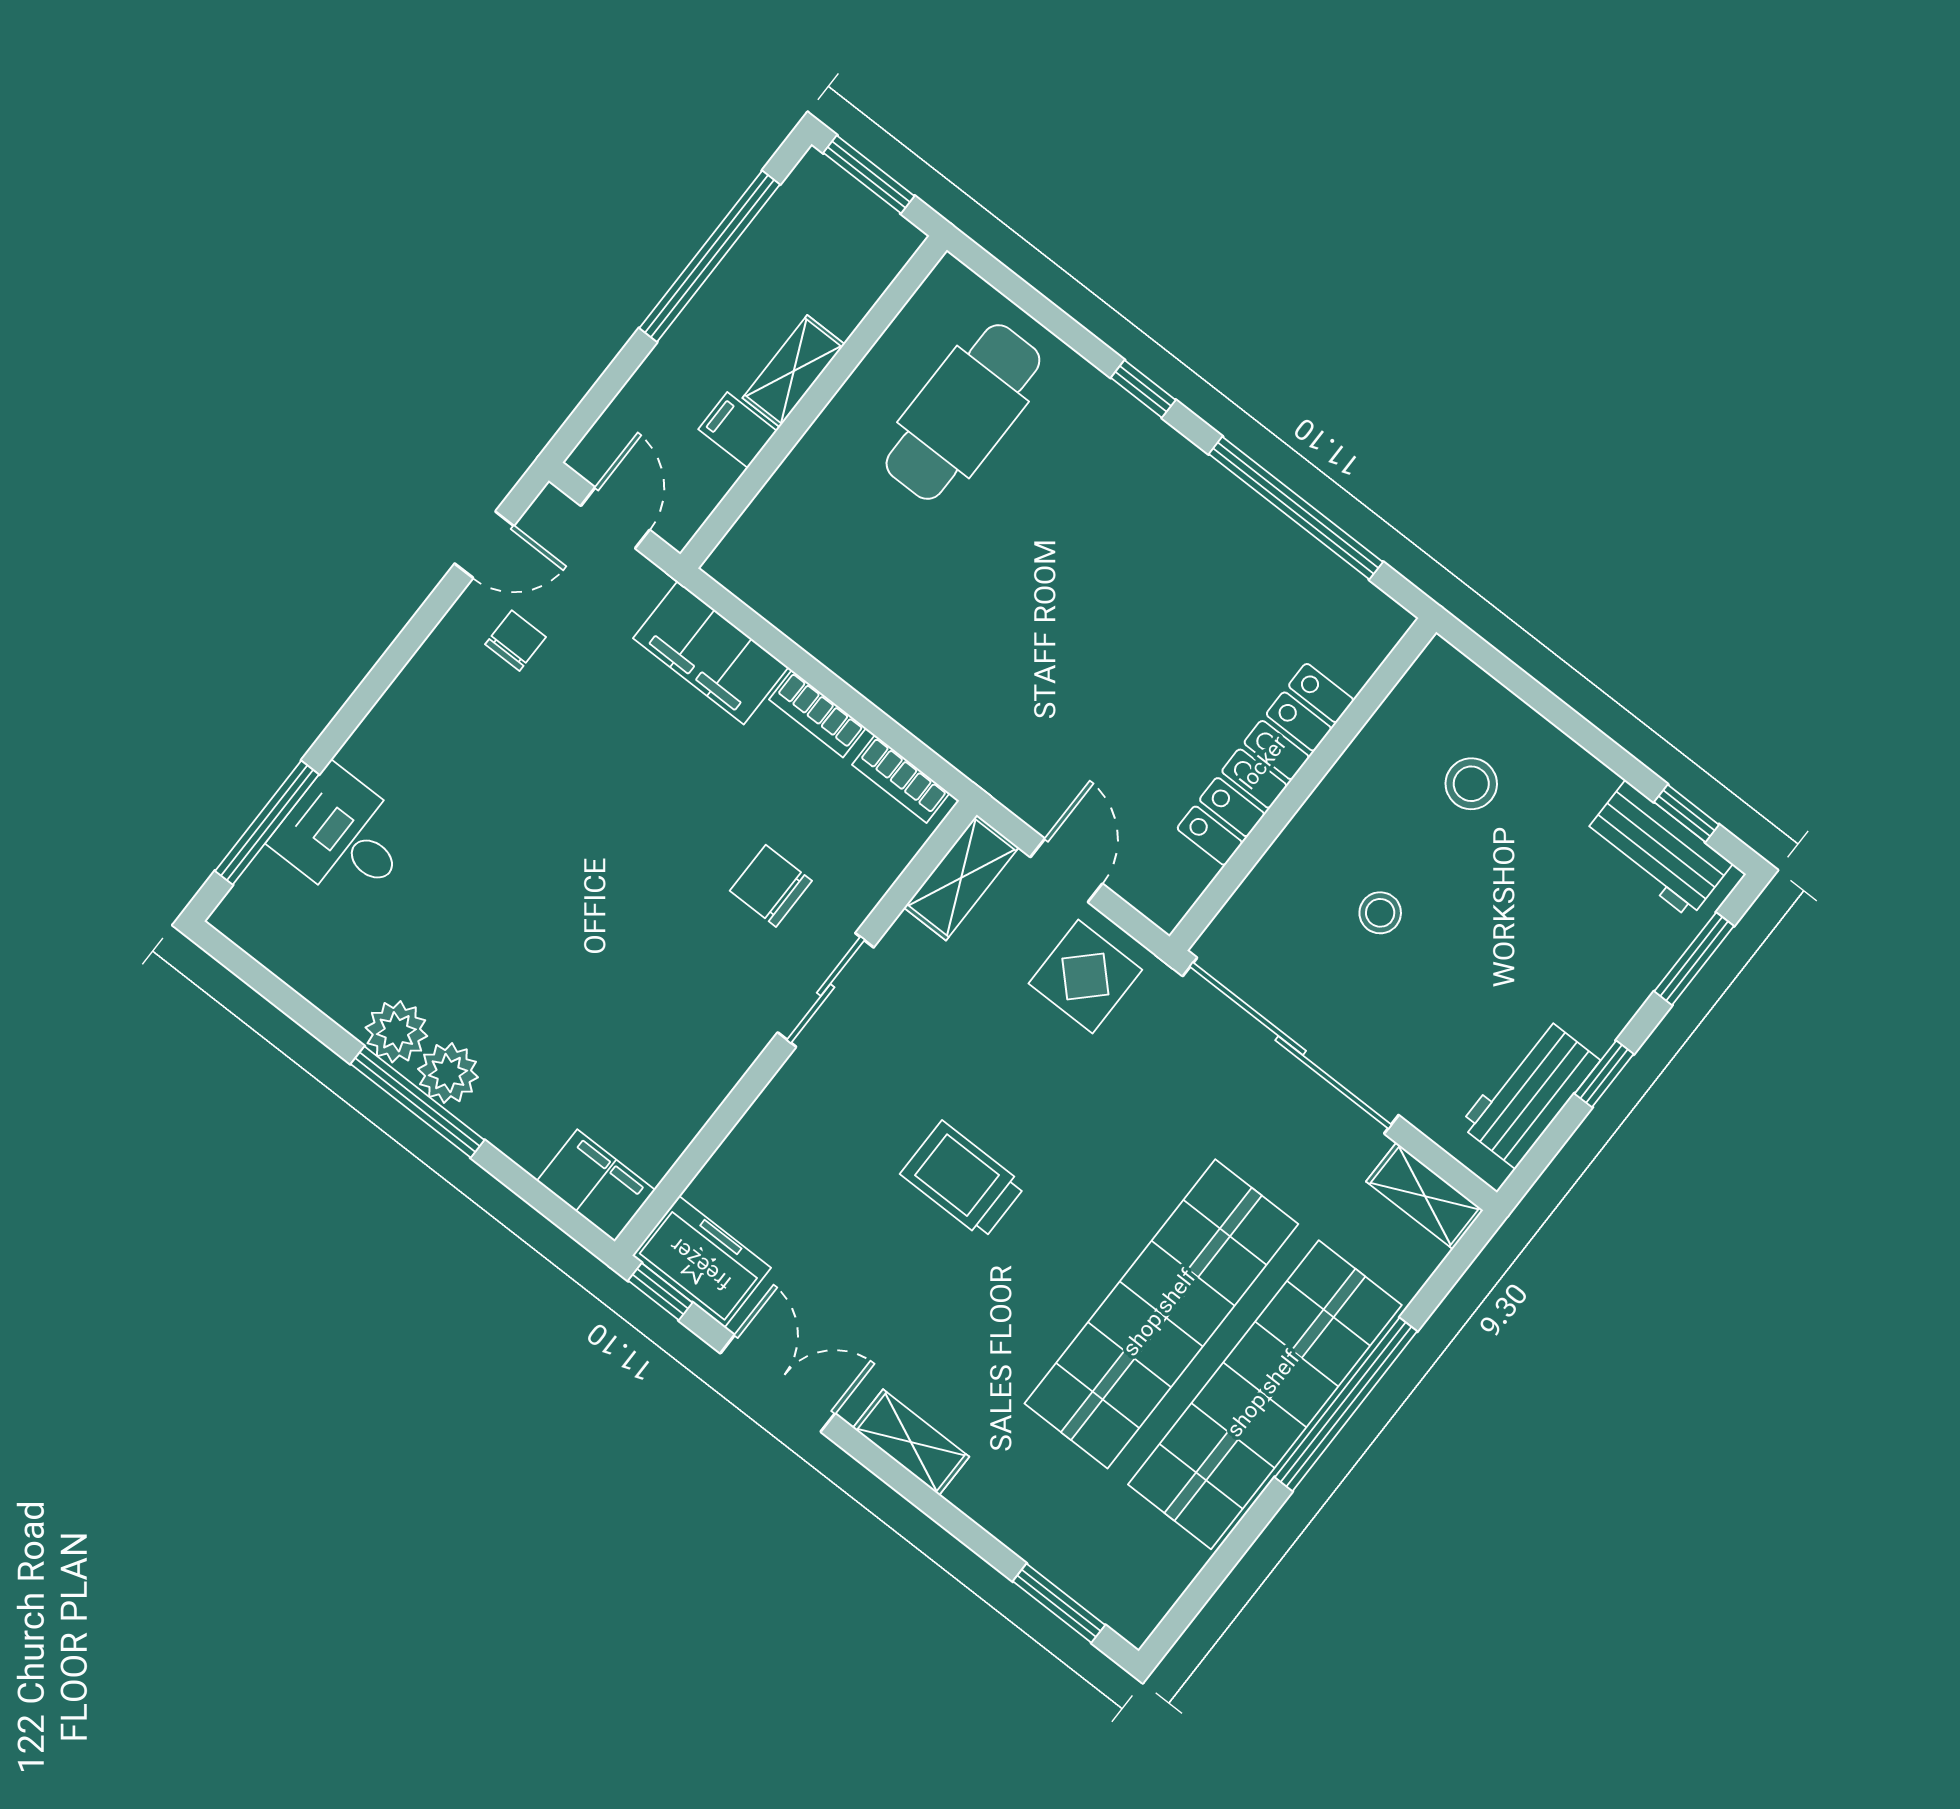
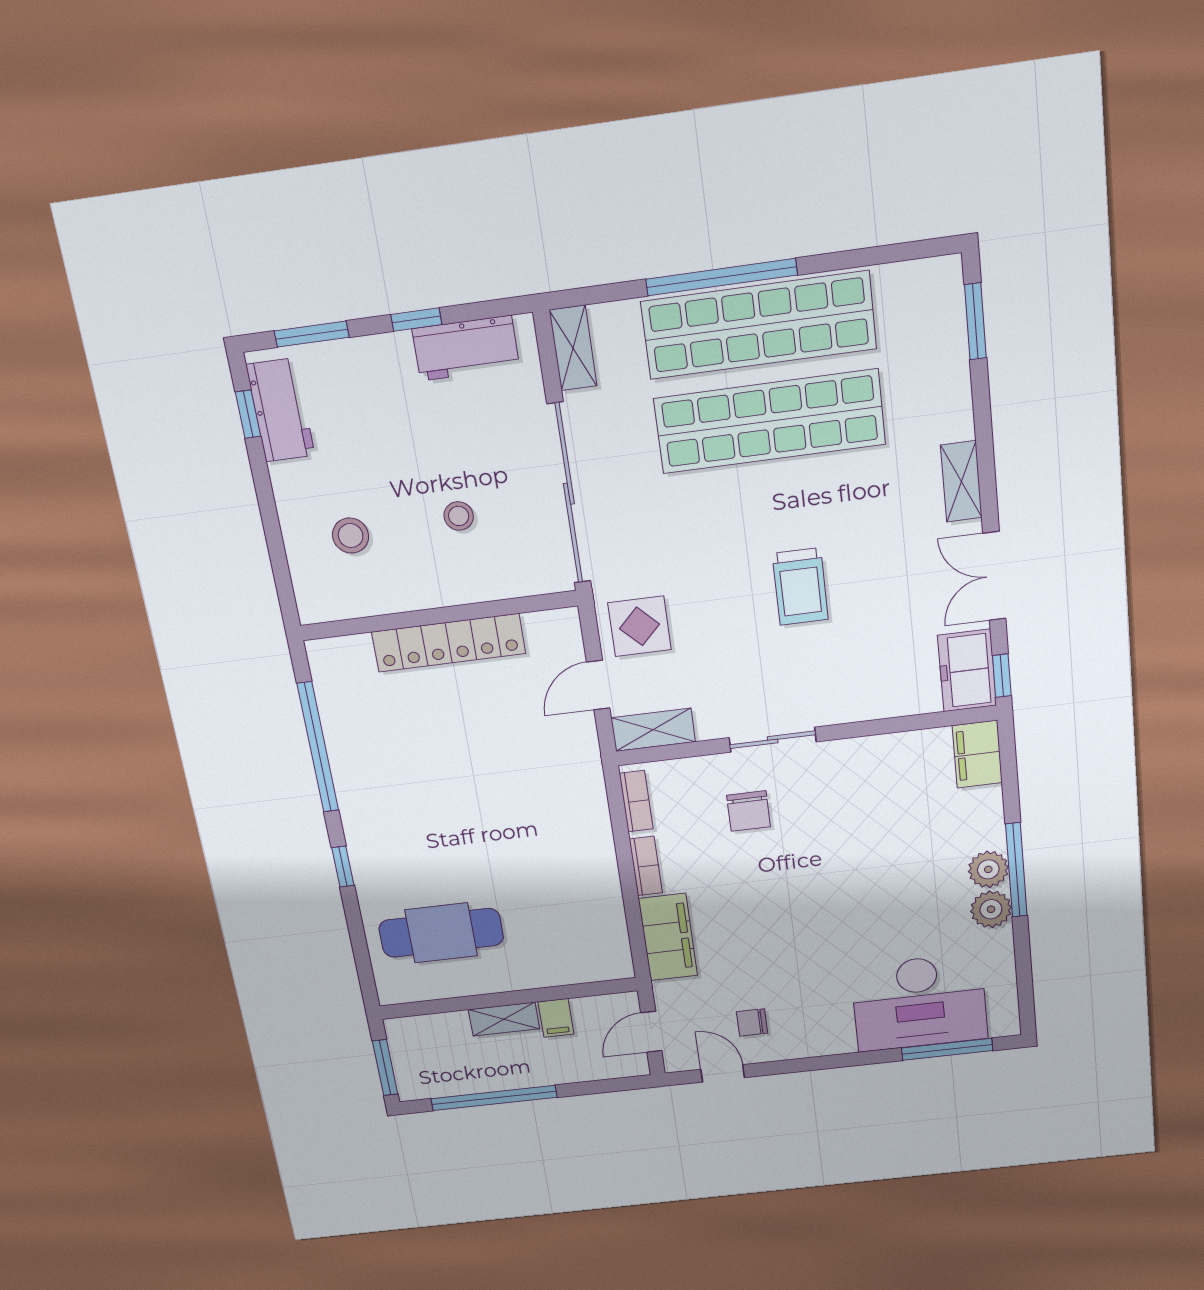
desk: (344, 837) -> (919, 1003), width x1.87, depth x1.30

